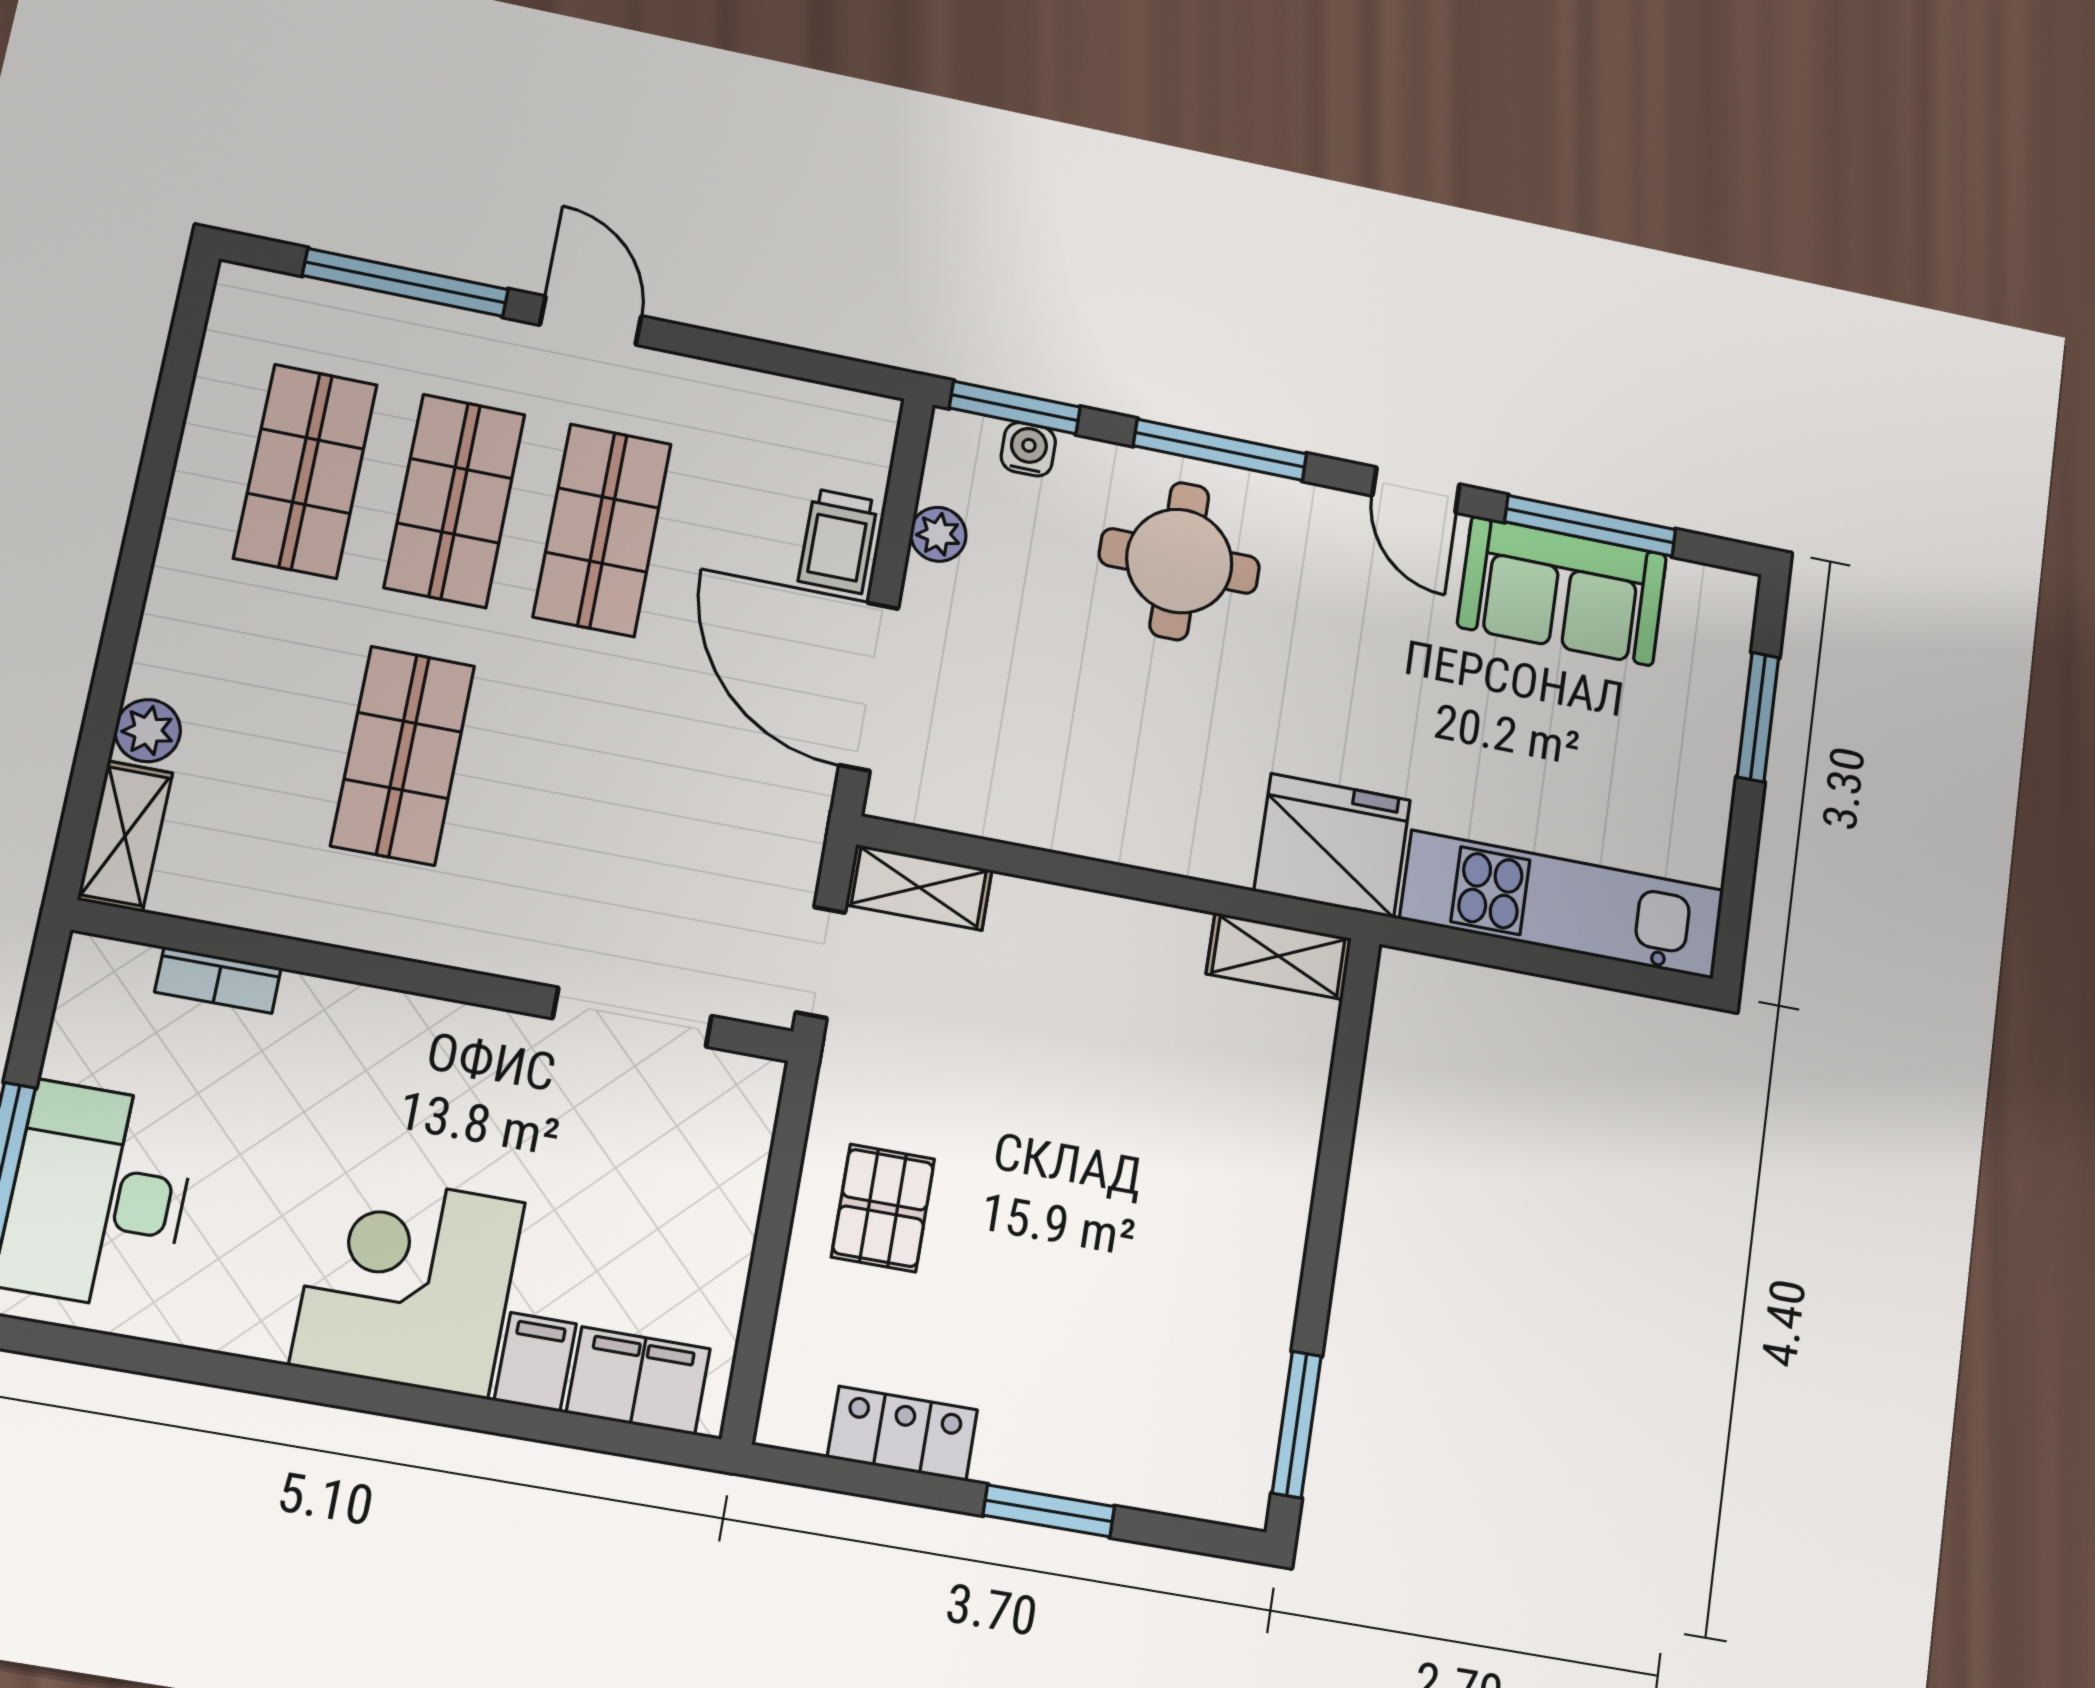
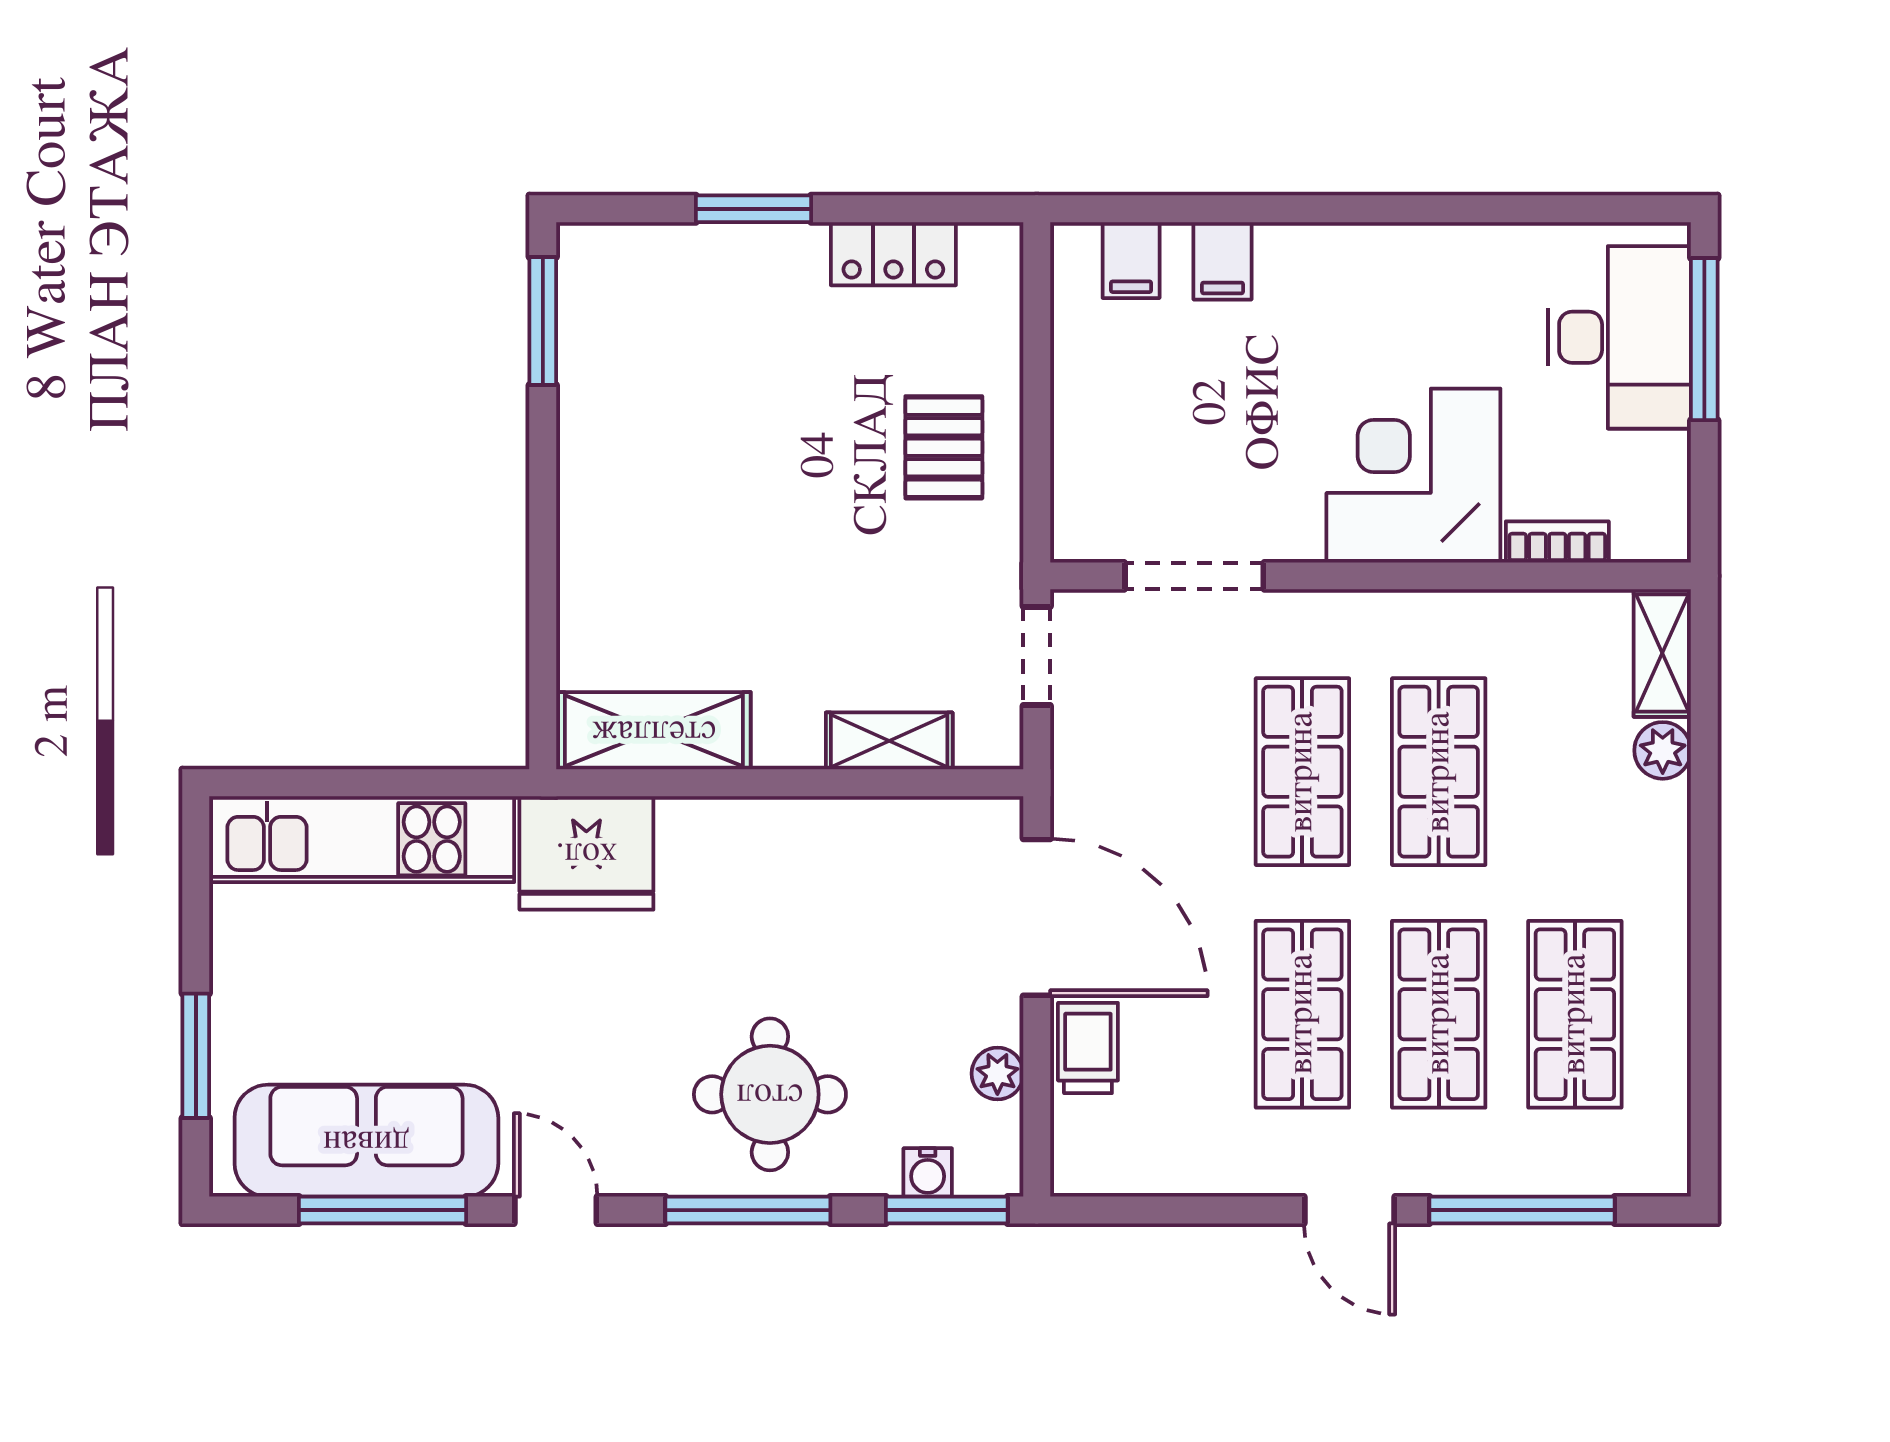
sofa: (1562, 591) -> (366, 1141), width x1.36
shop shelf: (553, 784) -> (1302, 772), added
shelving: (919, 887) -> (889, 741), moved
shelving: (1279, 956) -> (654, 731), width x1.50, depth x1.33
corner desk: (408, 1283) -> (1413, 476), moved, turned 180
filing cabinet: (638, 1381) -> (1131, 260), width x0.50

